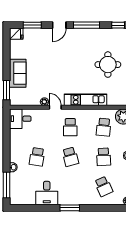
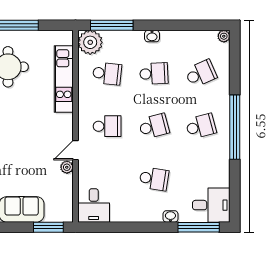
kitchen unit: (85, 100) -> (64, 79), moved
school desk: (70, 186) -> (201, 126), added
desk: (47, 193) -> (211, 205), moved
window: (70, 208) -> (235, 127), width x2.11

